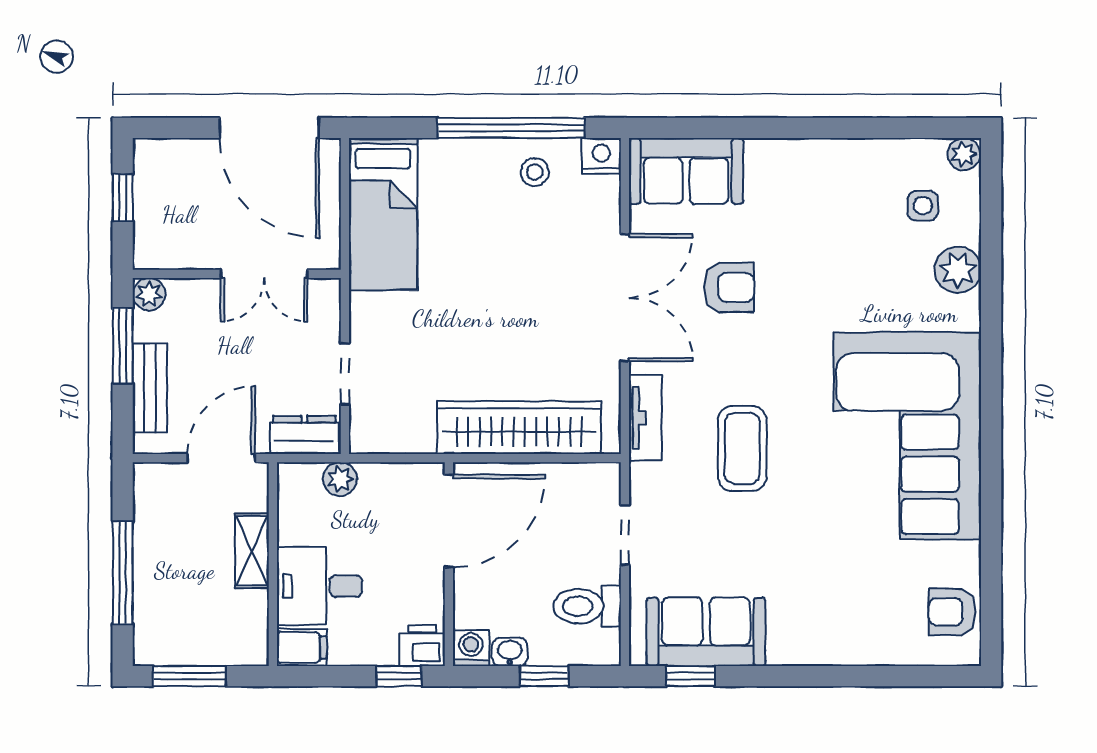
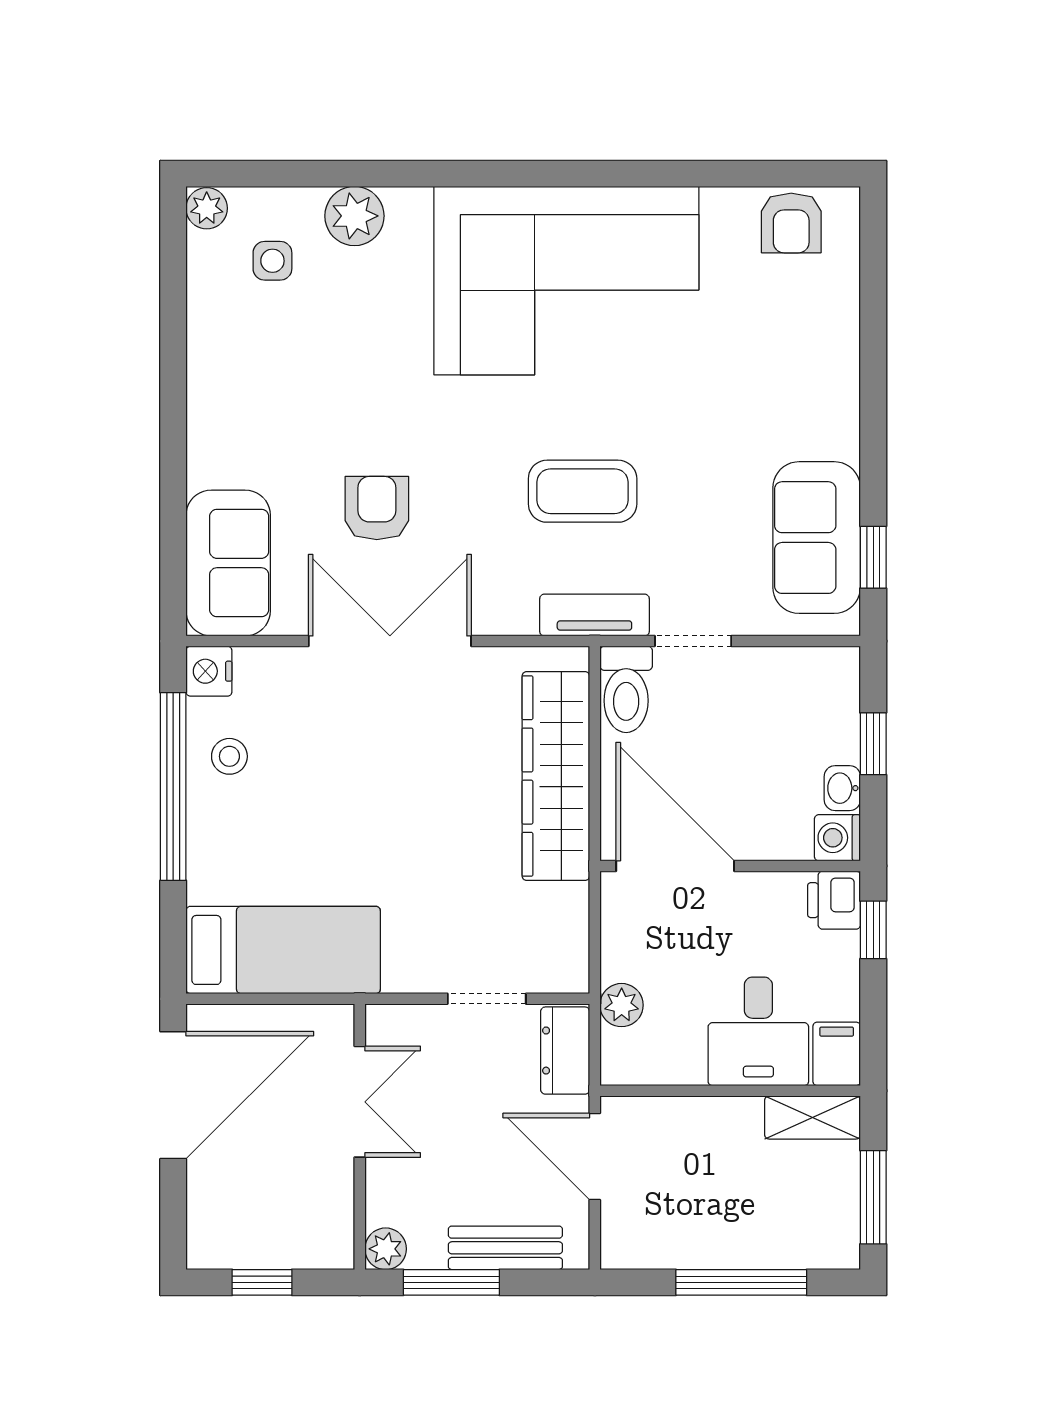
tv unit: (645, 418) -> (594, 615), moved
shelving: (252, 551) -> (813, 1117), moved
toilet: (587, 606) -> (626, 689), moved

